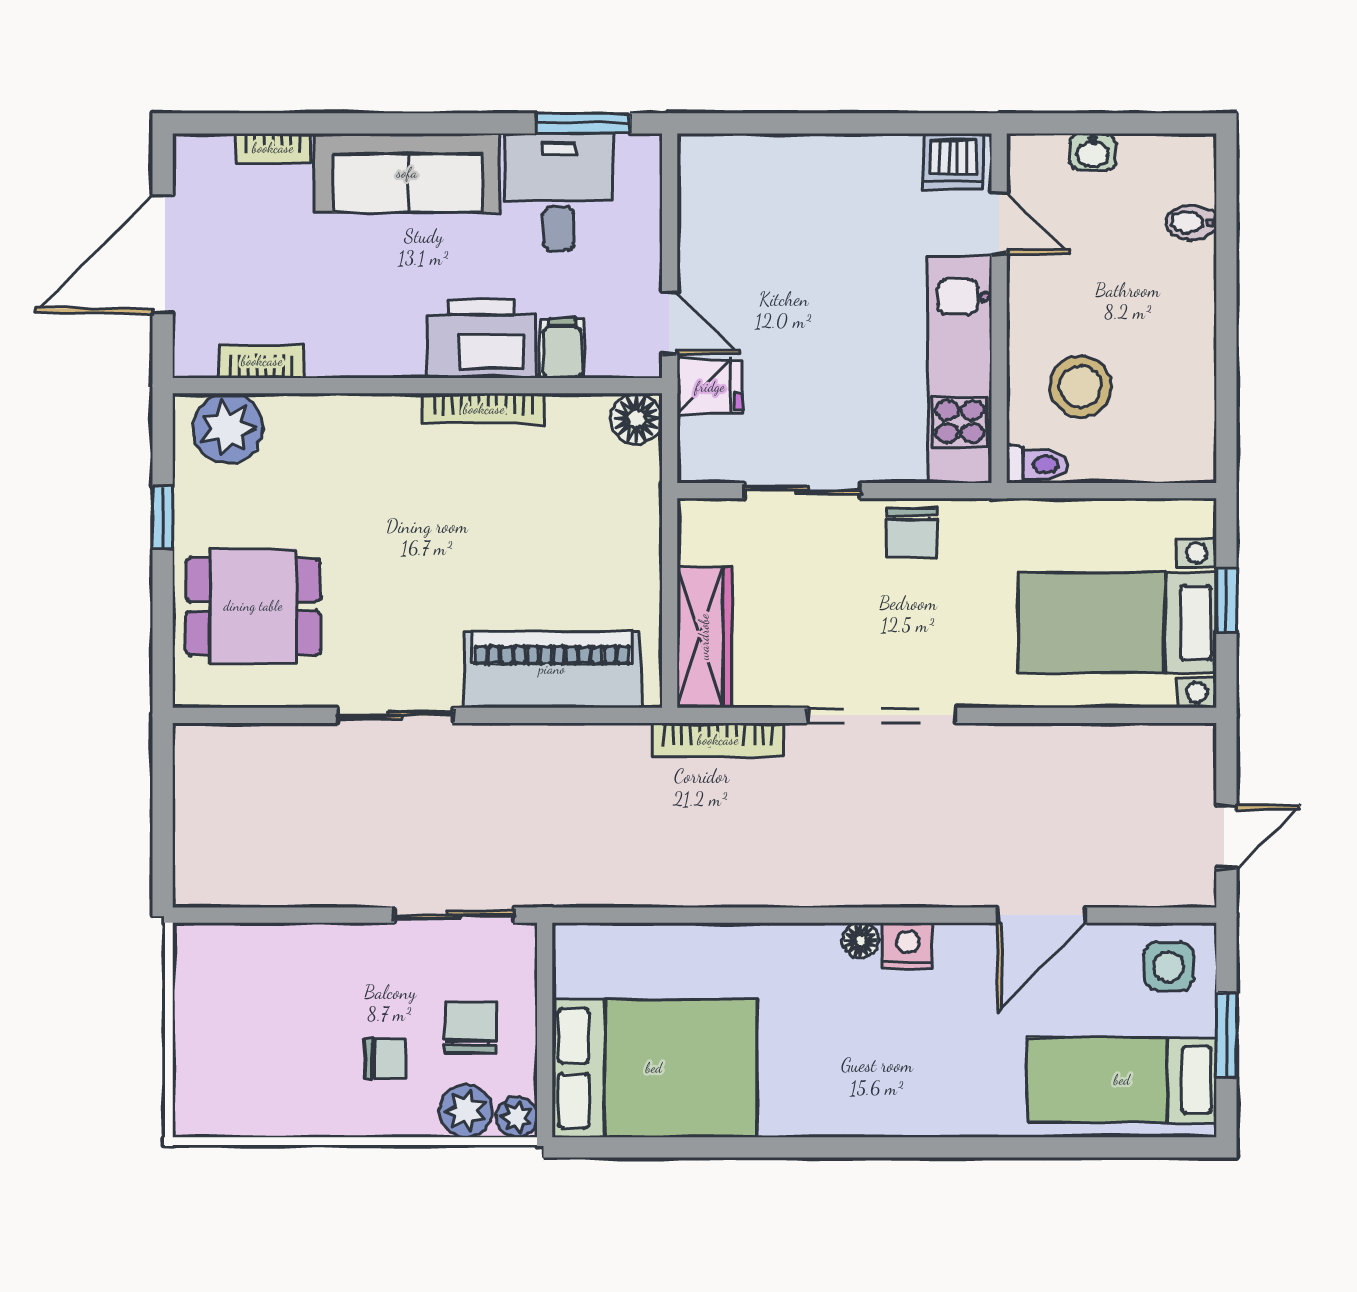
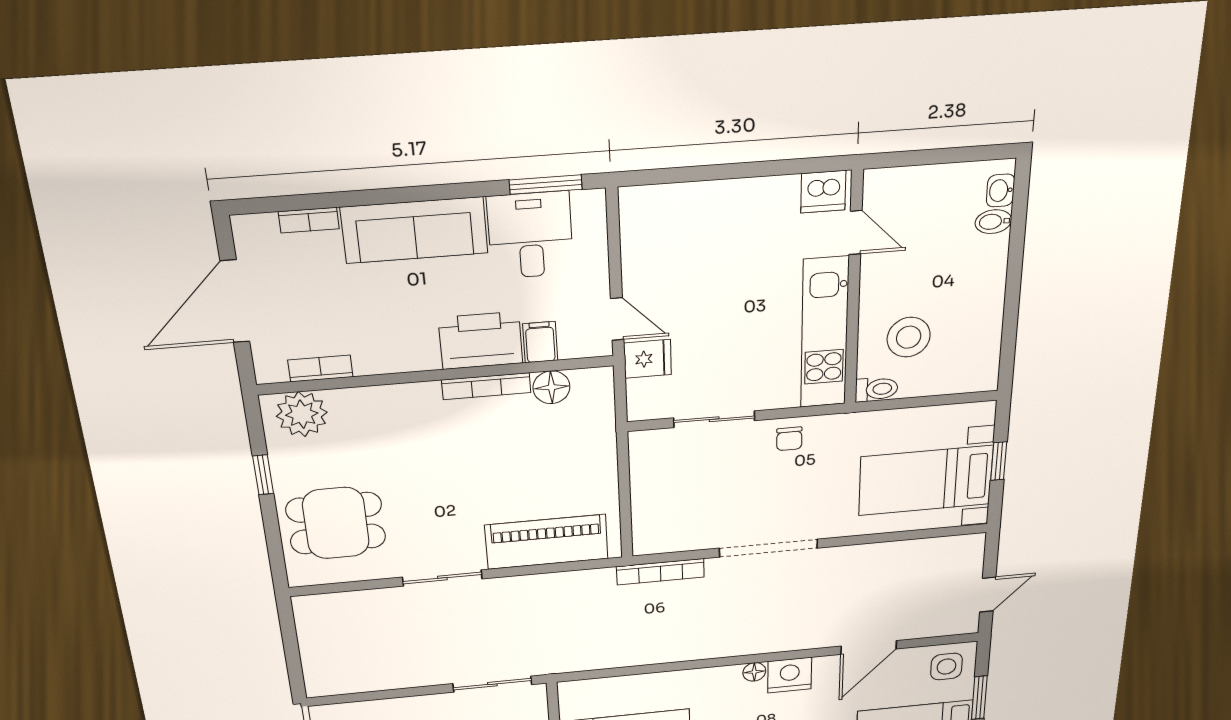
washbasin: (1093, 152) -> (1000, 190), moved, turned 90
floor lamp: (636, 419) -> (551, 387), moved
chair: (911, 533) -> (789, 439), width x0.73, depth x0.73
wardrobe: (704, 637) -> (649, 514), removed
nightstand: (908, 946) -> (790, 675), width x1.36, depth x1.33

